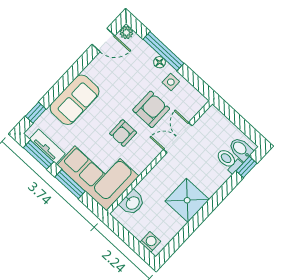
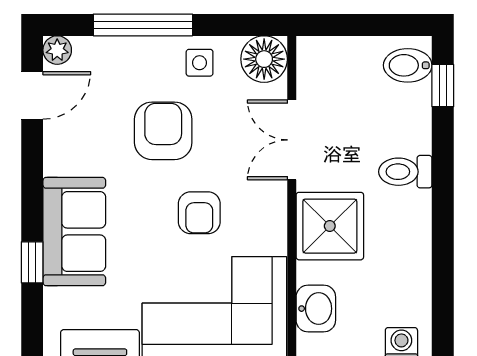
floor lamp: (160, 62) -> (264, 59), moved, width x1.89, depth x1.89
armchair: (151, 109) -> (163, 131), moved
window: (36, 113) -> (32, 262), moved
toilet: (229, 161) -> (405, 172), moved
shower: (187, 200) -> (330, 226), moved

